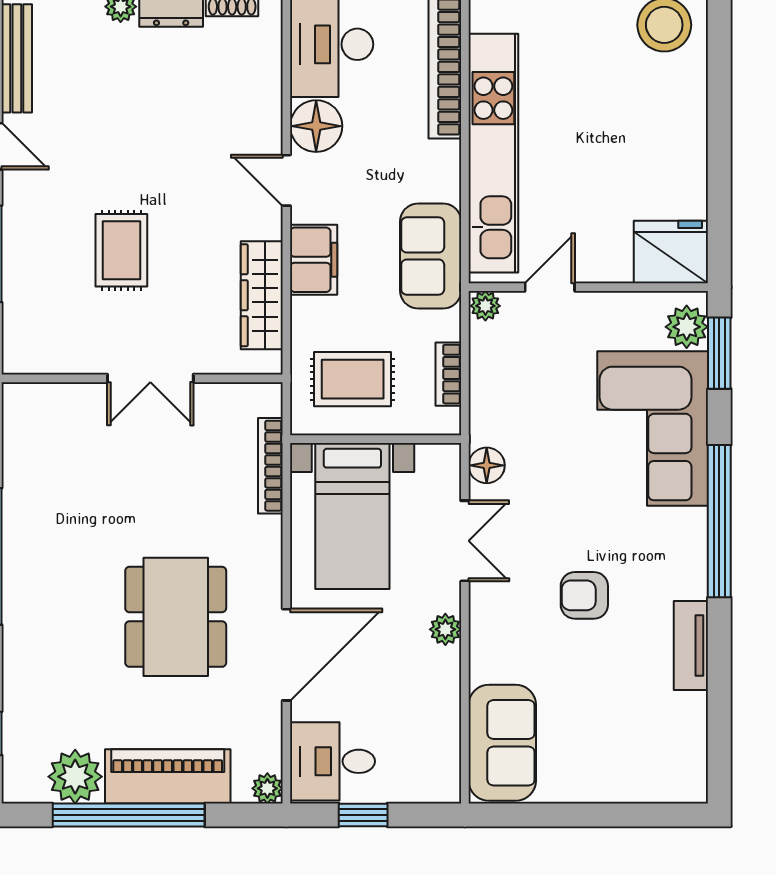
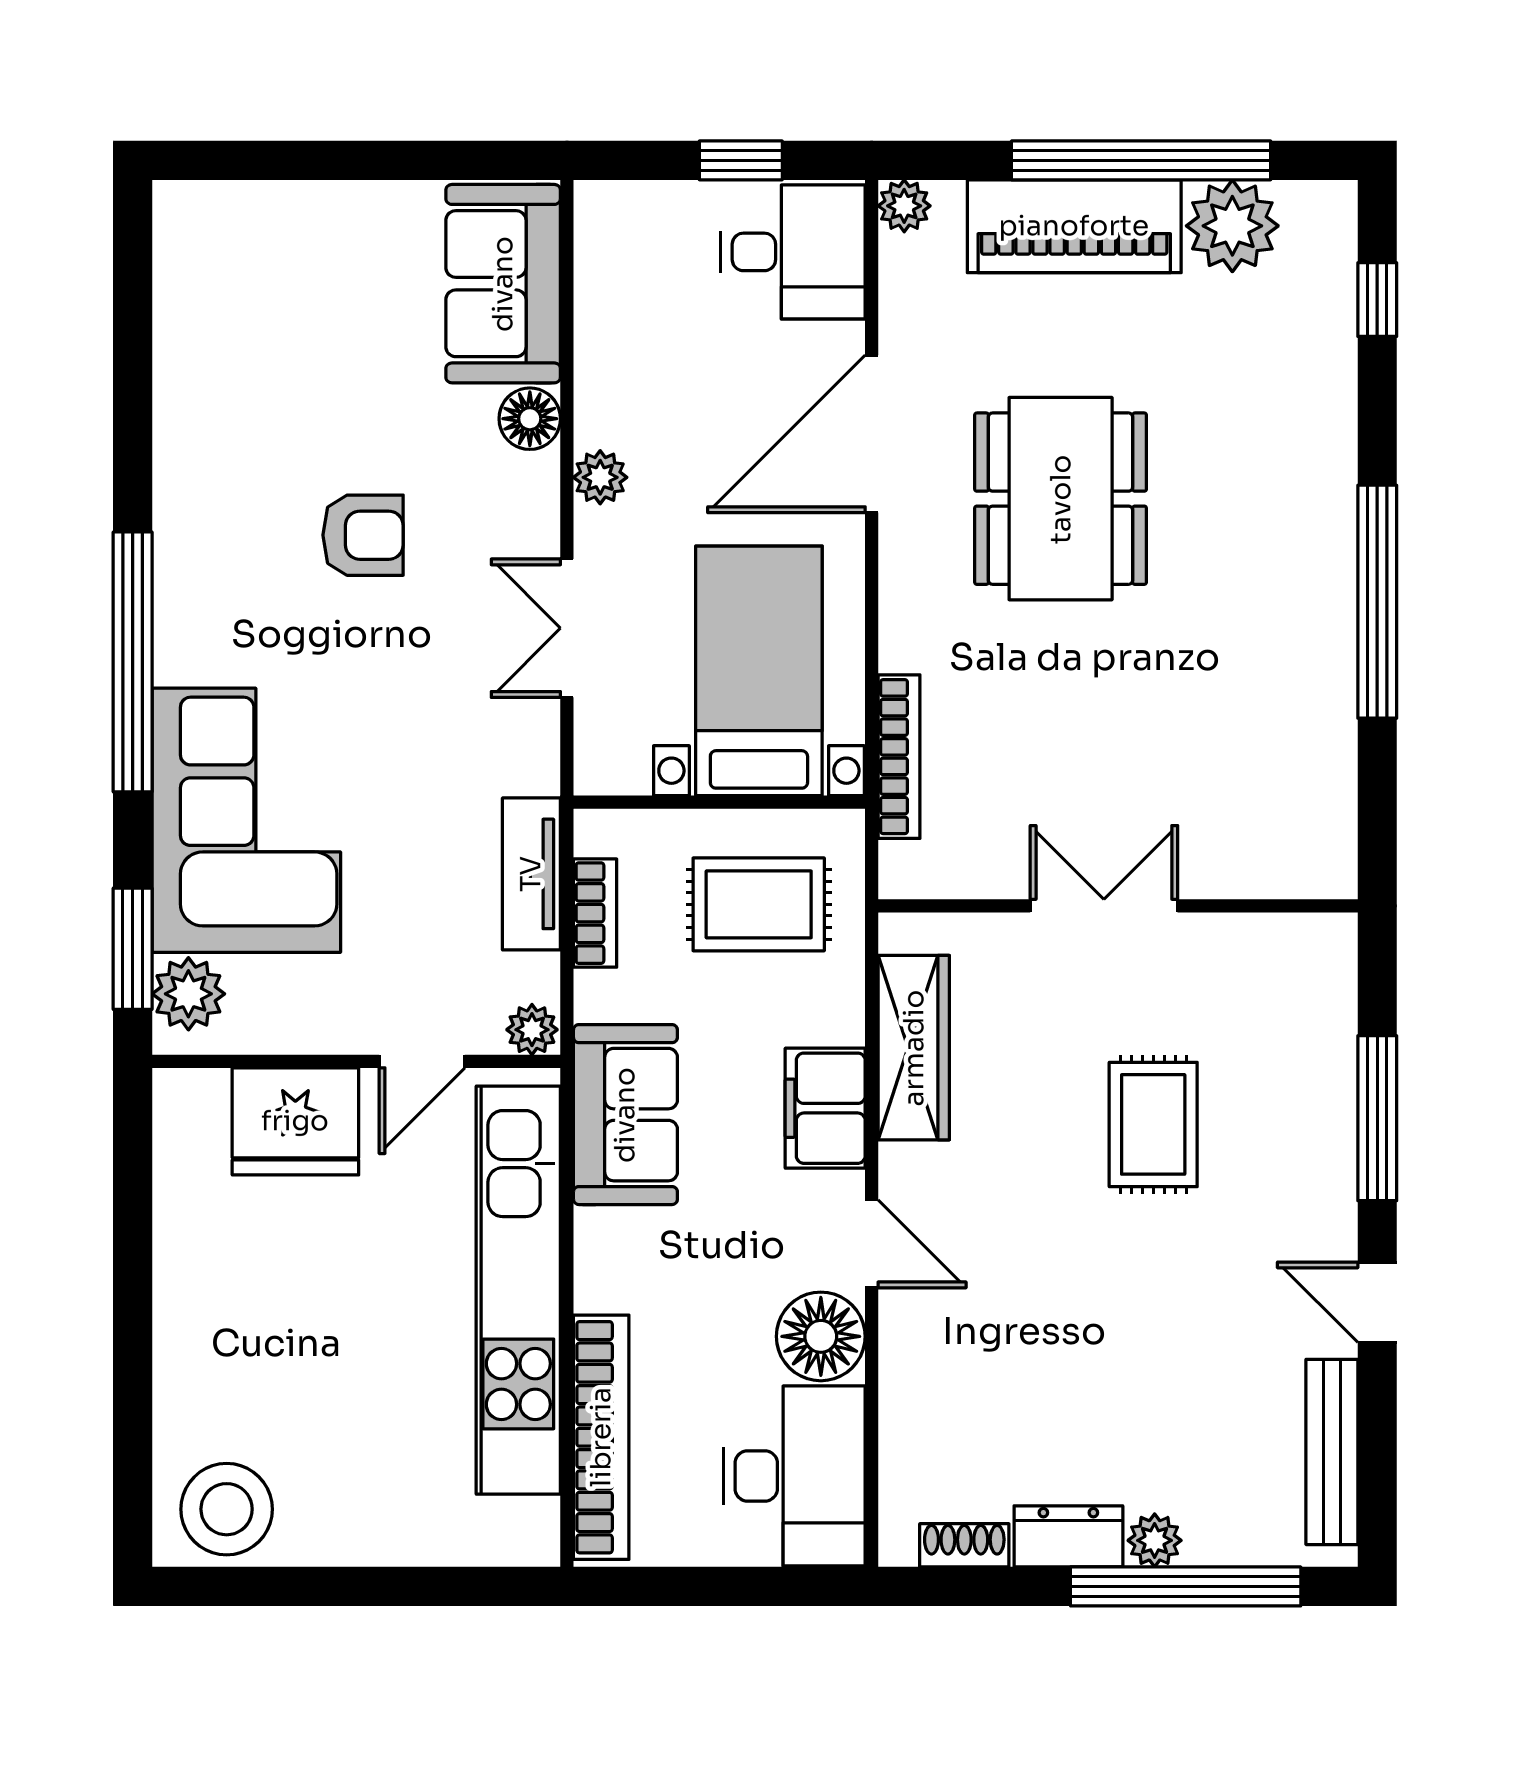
fridge: (671, 252) -> (295, 1121), moved
floor lamp: (487, 465) -> (530, 419), moved
tv unit: (691, 645) -> (531, 874), moved, turned 180

